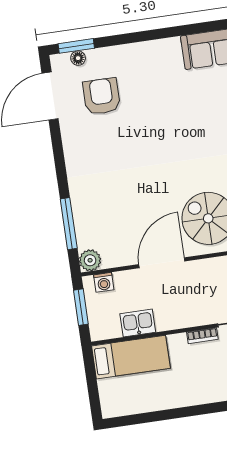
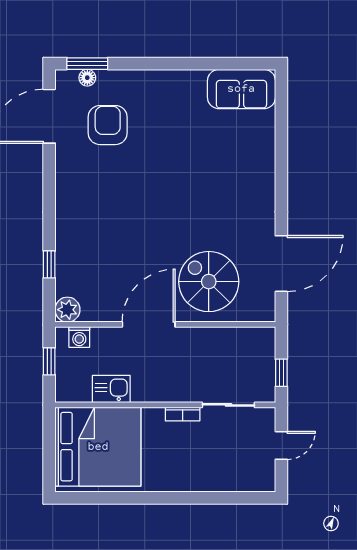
window: (69, 224) -> (49, 264), width x0.46
window: (81, 307) -> (49, 361), width x0.67
bed: (131, 357) -> (98, 447), width x2.04

